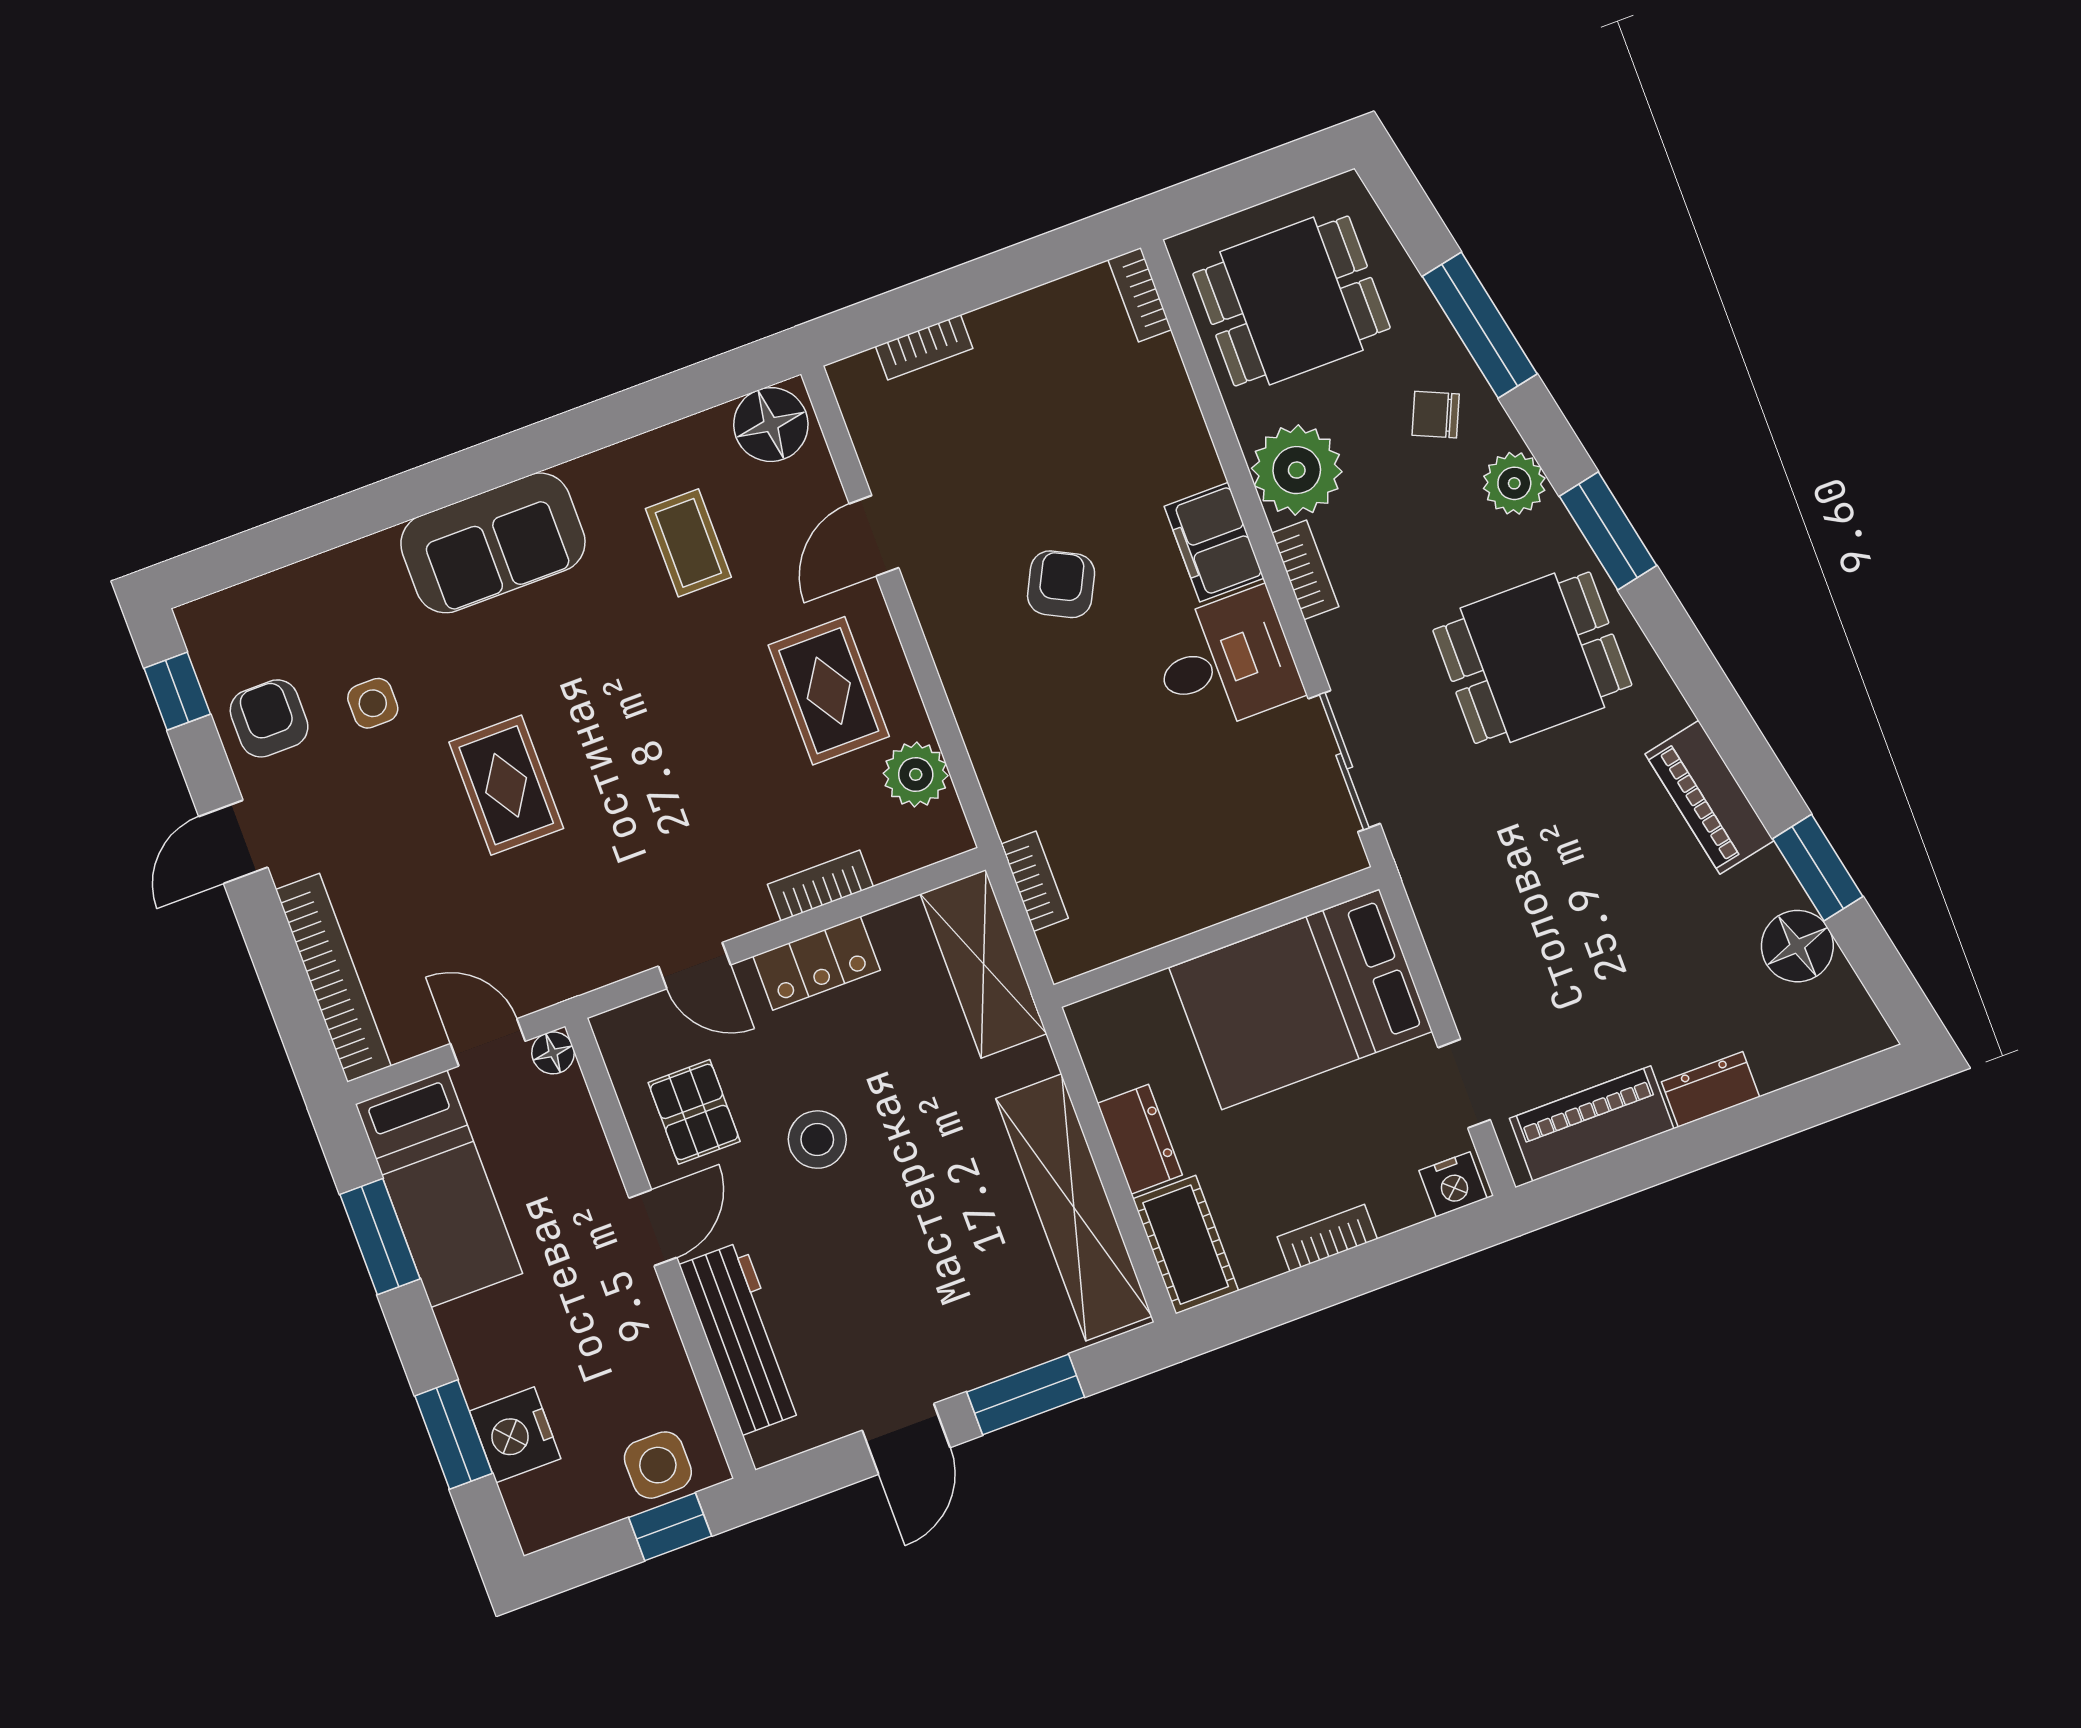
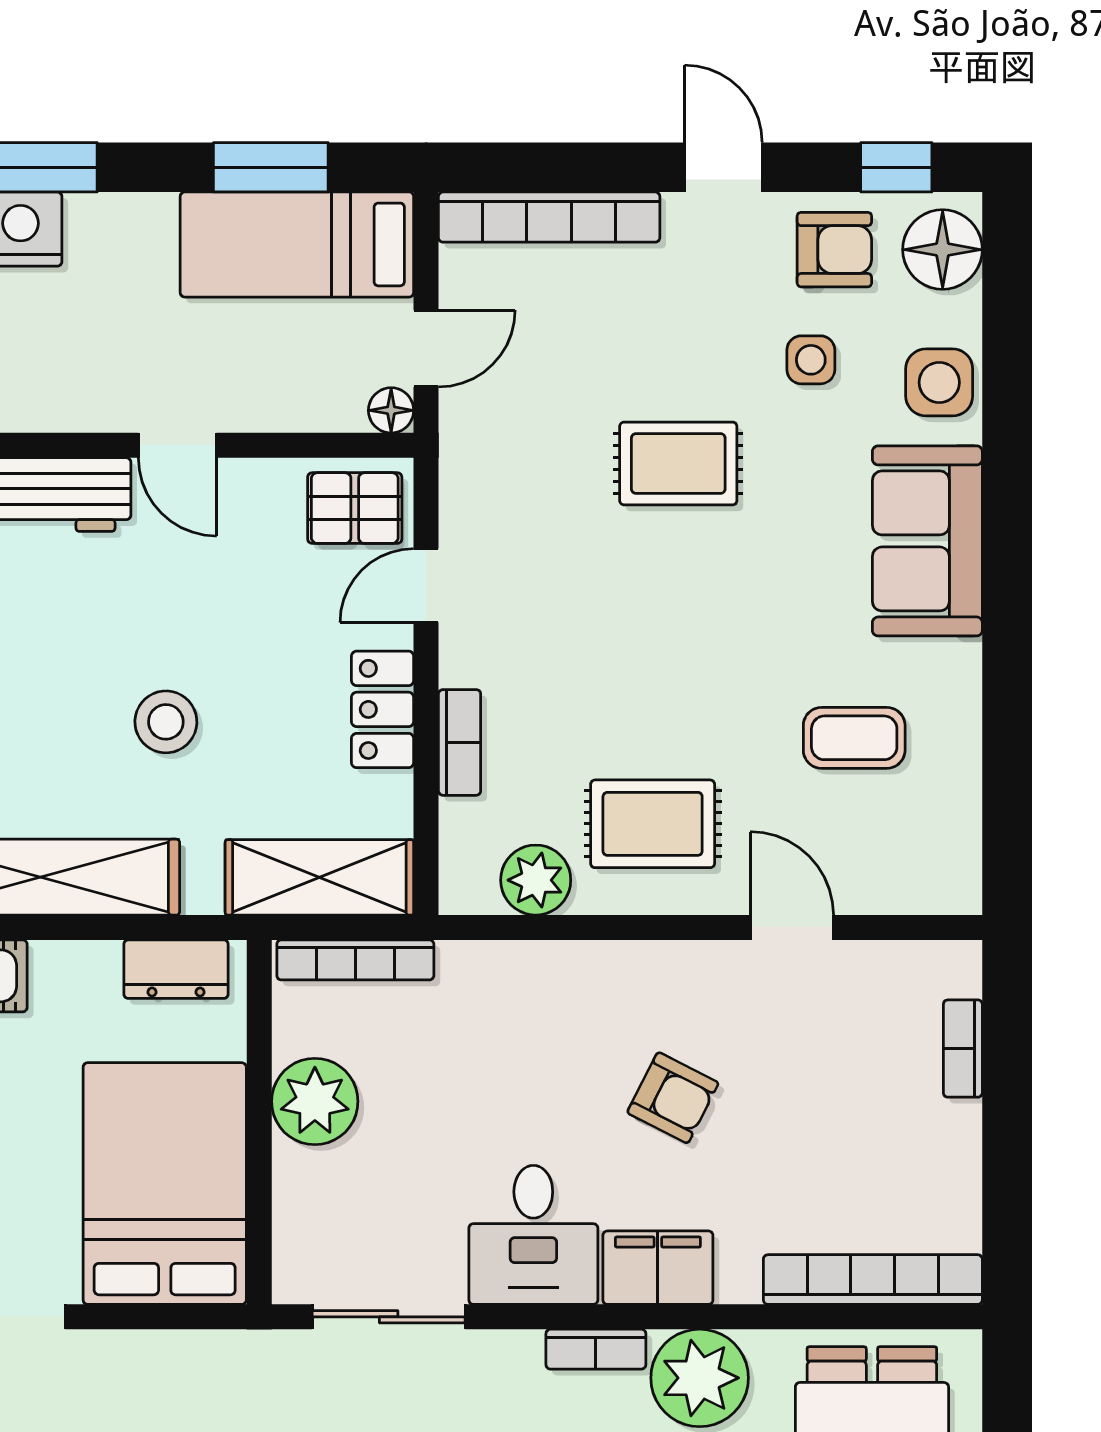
bookcase: (1140, 295) -> (873, 1280), width x2.31, depth x1.31
floor lamp: (771, 425) -> (943, 250), moved
side table: (351, 584) -> (939, 382), added
bookcase: (1035, 881) -> (355, 960), width x1.56
plant: (1180, 895) -> (315, 1101), added
pallet: (694, 1112) -> (355, 508), moved
dresser: (1140, 1139) -> (176, 969), moved
stool: (817, 1140) -> (166, 722), moved

